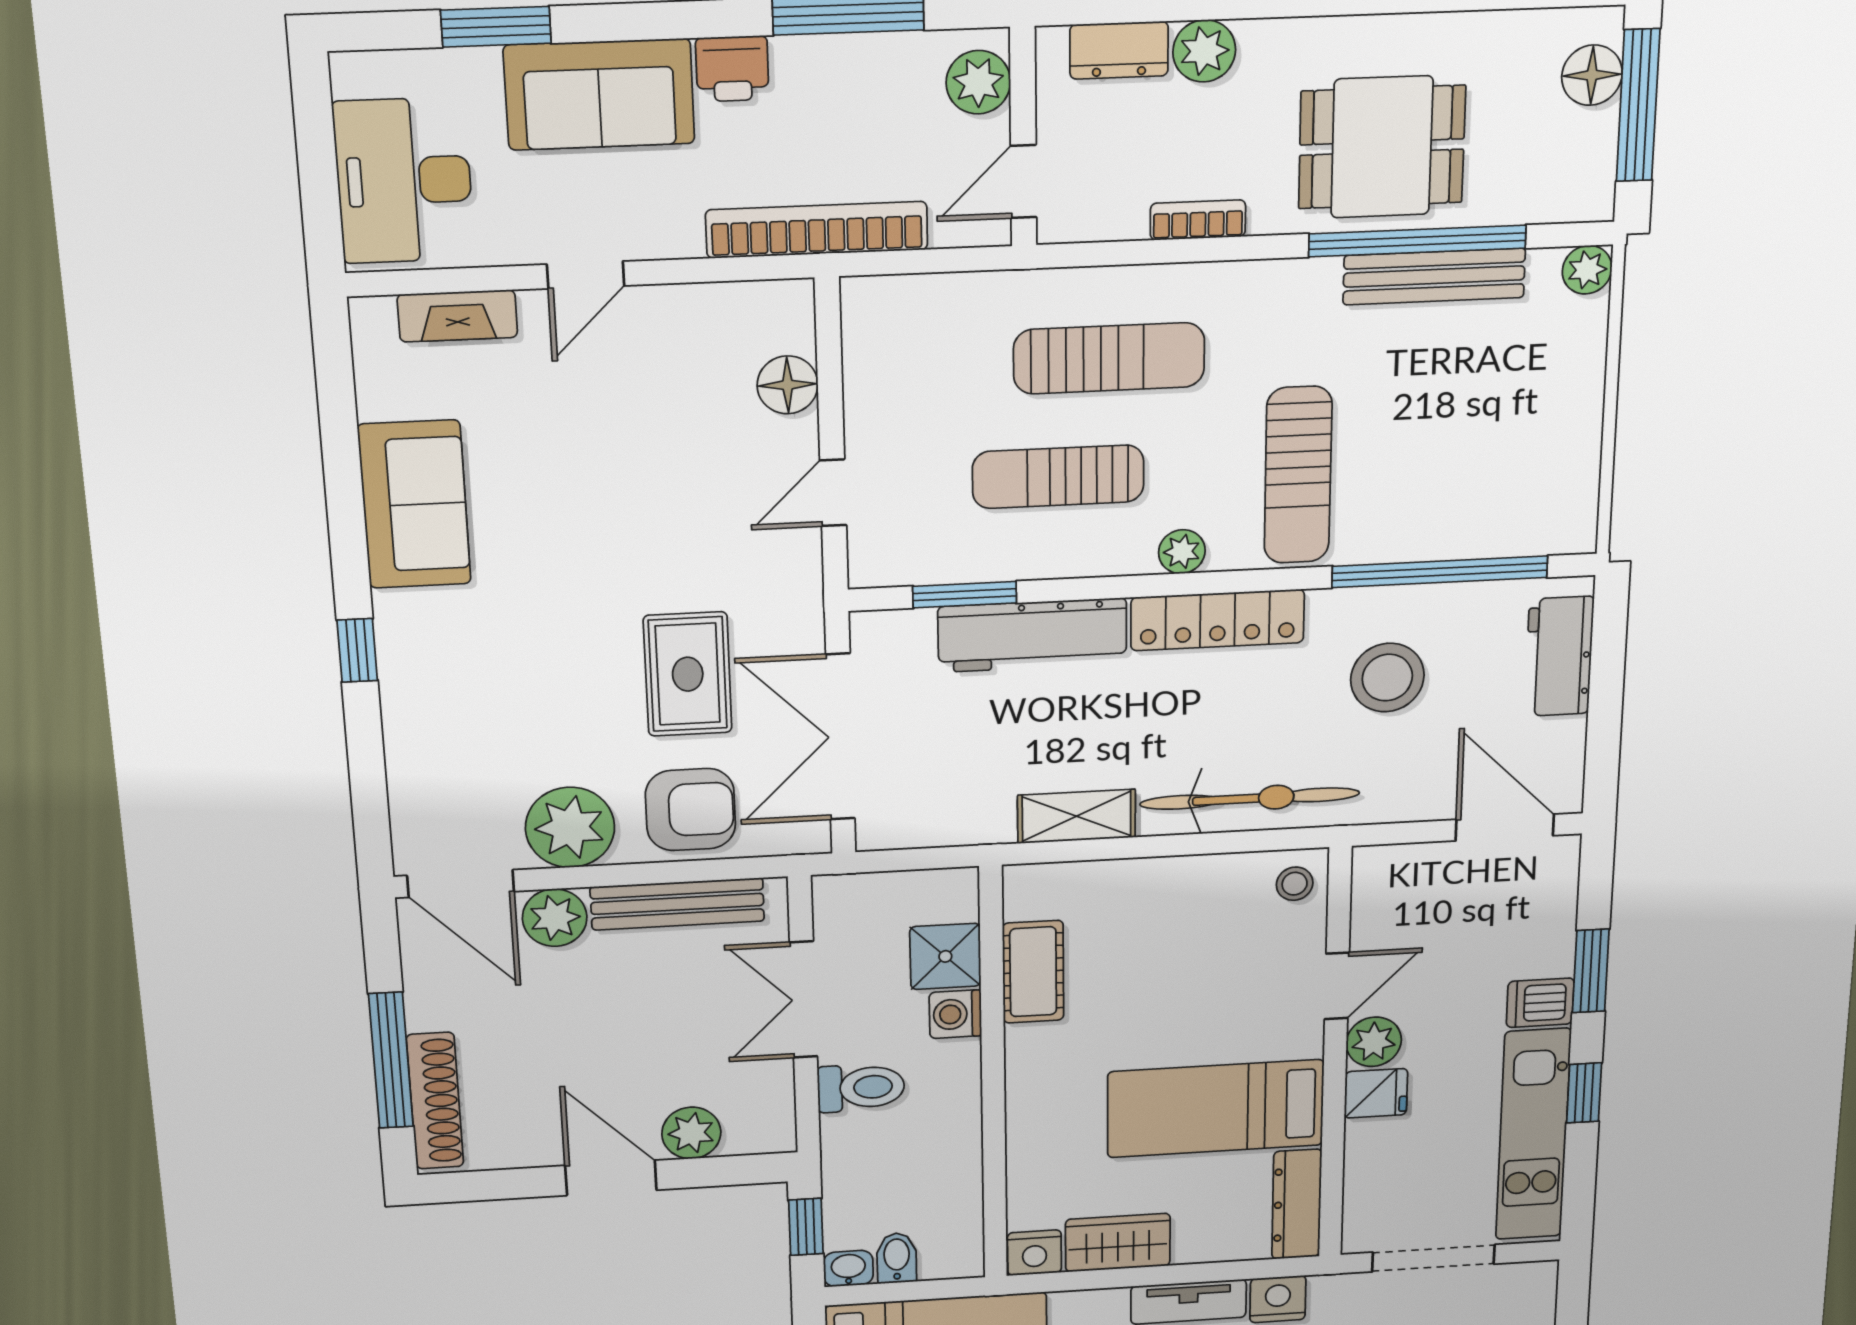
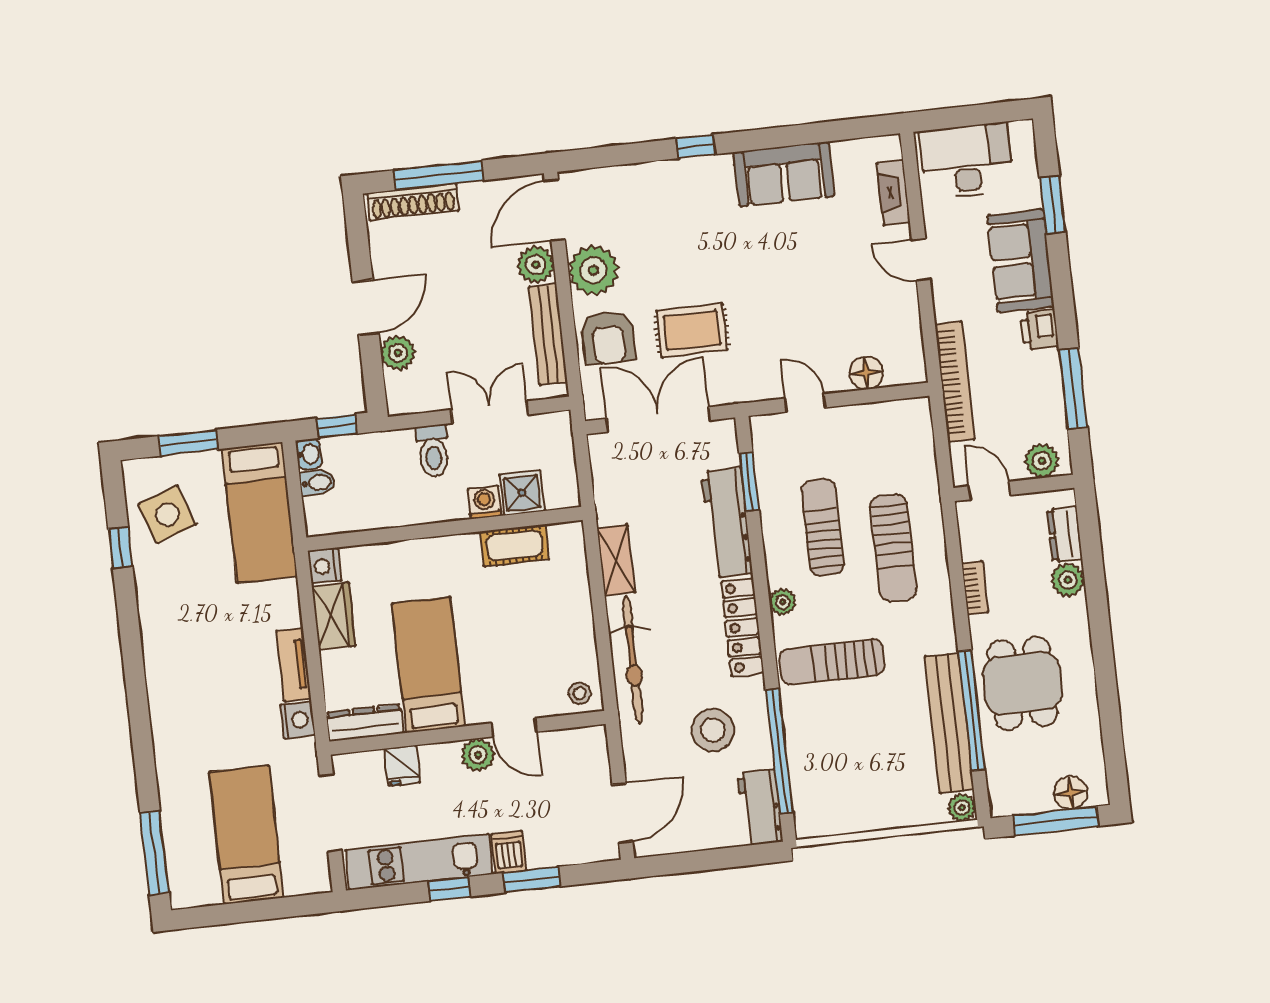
bench: (1434, 276) -> (949, 723), width x1.37, depth x1.21
workbench: (1559, 656) -> (760, 807), moved, turned -90
fridge: (1376, 1093) -> (402, 766), moved

